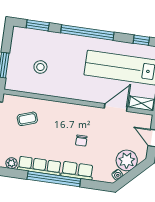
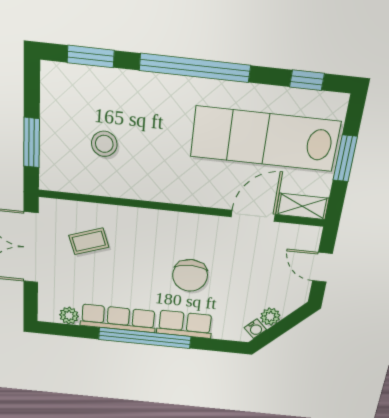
chair: (81, 141) -> (190, 275), width x1.87, depth x1.87
plant: (127, 160) -> (270, 317), width x0.53, depth x0.53

